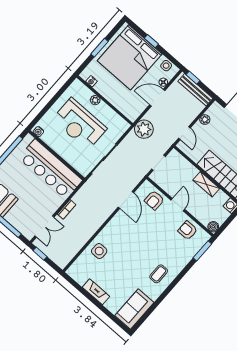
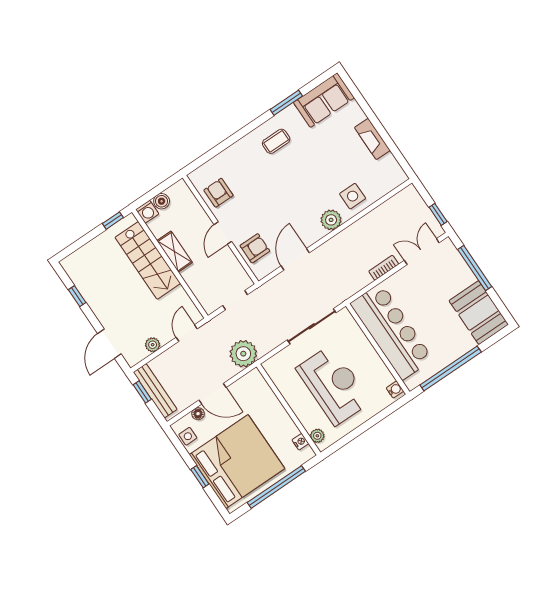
window: (100, 48) -> (276, 487), width x2.11
window: (193, 78) -> (142, 392), moved
plant: (95, 100) -> (317, 436), moved
boiler: (213, 227) -> (162, 201), moved
armchair: (188, 230) -> (218, 193), turned 180
plant: (109, 232) -> (331, 220), added
window: (202, 251) -> (286, 103), moved

